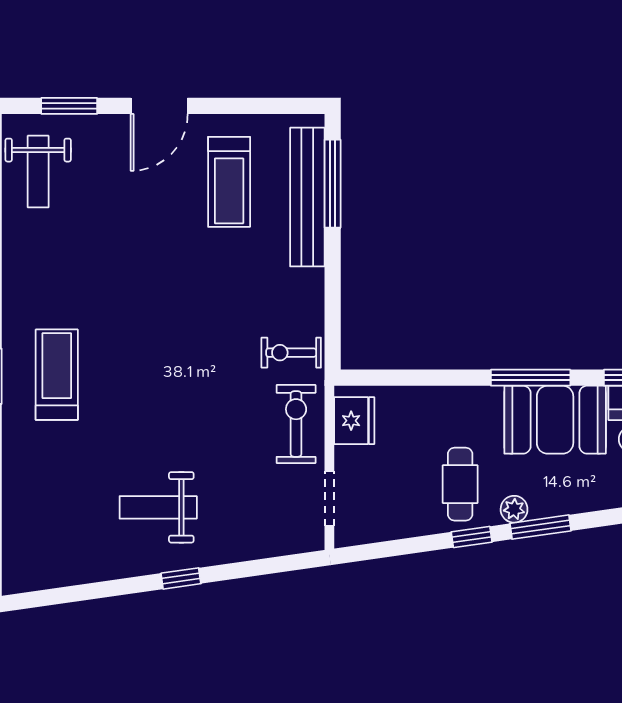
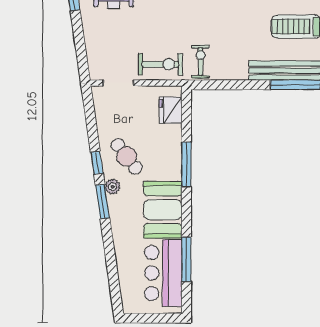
window: (531, 378) -> (186, 165), moved
fridge: (354, 421) -> (171, 110), moved, turned 90
cafe table: (460, 484) -> (127, 156), turned 52

